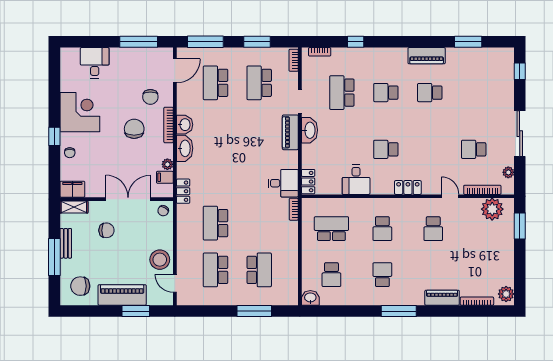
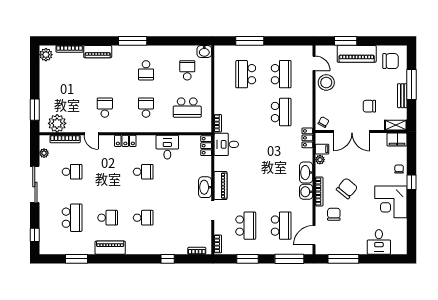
school desk: (342, 93) -> (72, 218), moved
chair: (134, 129) -> (347, 188), turned -141

